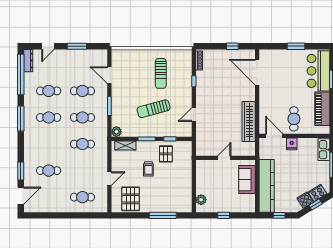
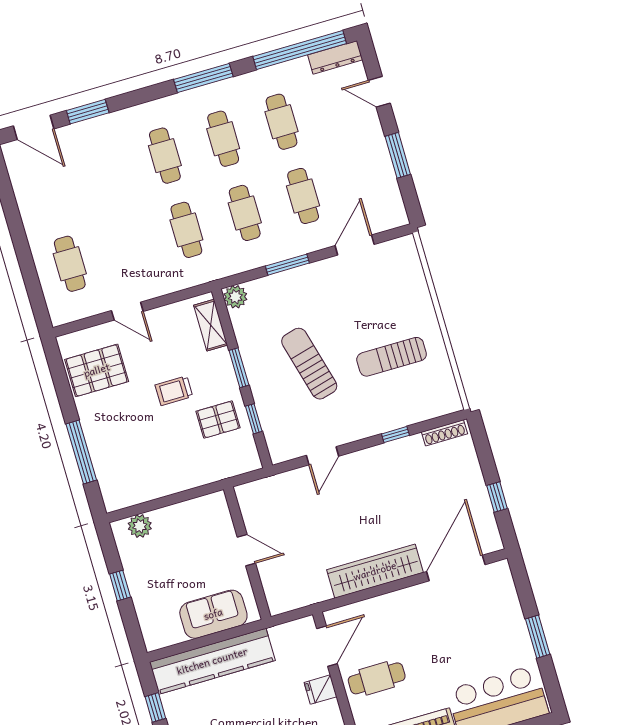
door: (194, 114) -> (323, 456), swing flipped
wardrobe: (249, 122) -> (375, 571), moved
cafe table: (49, 171) -> (165, 156), moved

